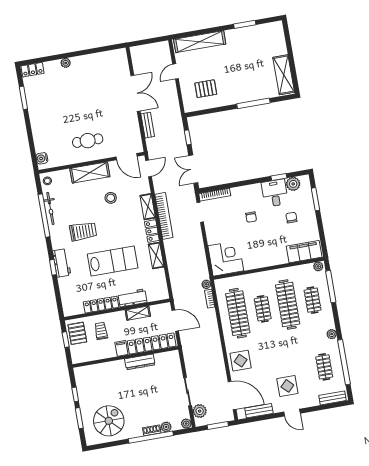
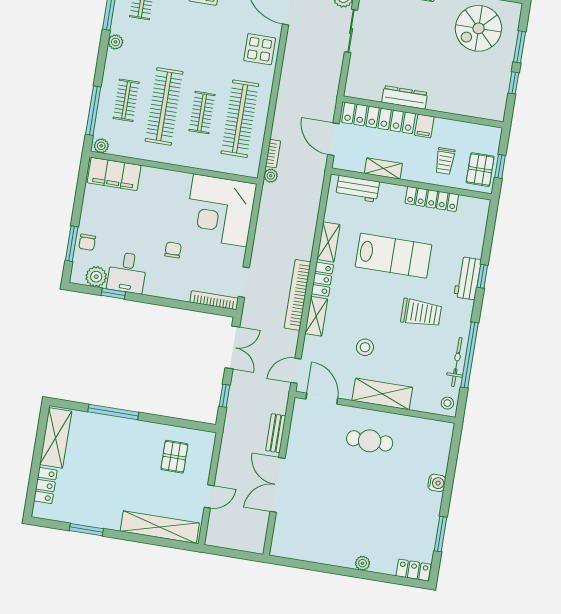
locker: (280, 43) -> (45, 486), added
pallet: (206, 89) -> (174, 457), turned 90
water cooler: (42, 158) -> (437, 483), moved
chair: (291, 218) -> (87, 242), moved
trolley: (83, 231) -> (421, 313), turned 180
corner desk: (226, 258) -> (220, 210), width x1.36, depth x1.36
lab bench: (113, 261) -> (393, 256), turned 180
workbench: (132, 298) -> (358, 189), moved

